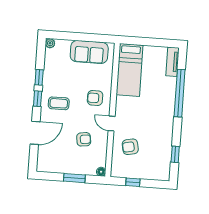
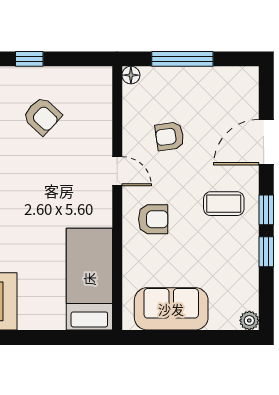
armchair: (130, 147) -> (42, 116), moved, turned 55
window: (74, 178) -> (182, 59), width x1.44
window: (133, 182) -> (29, 59), moved

